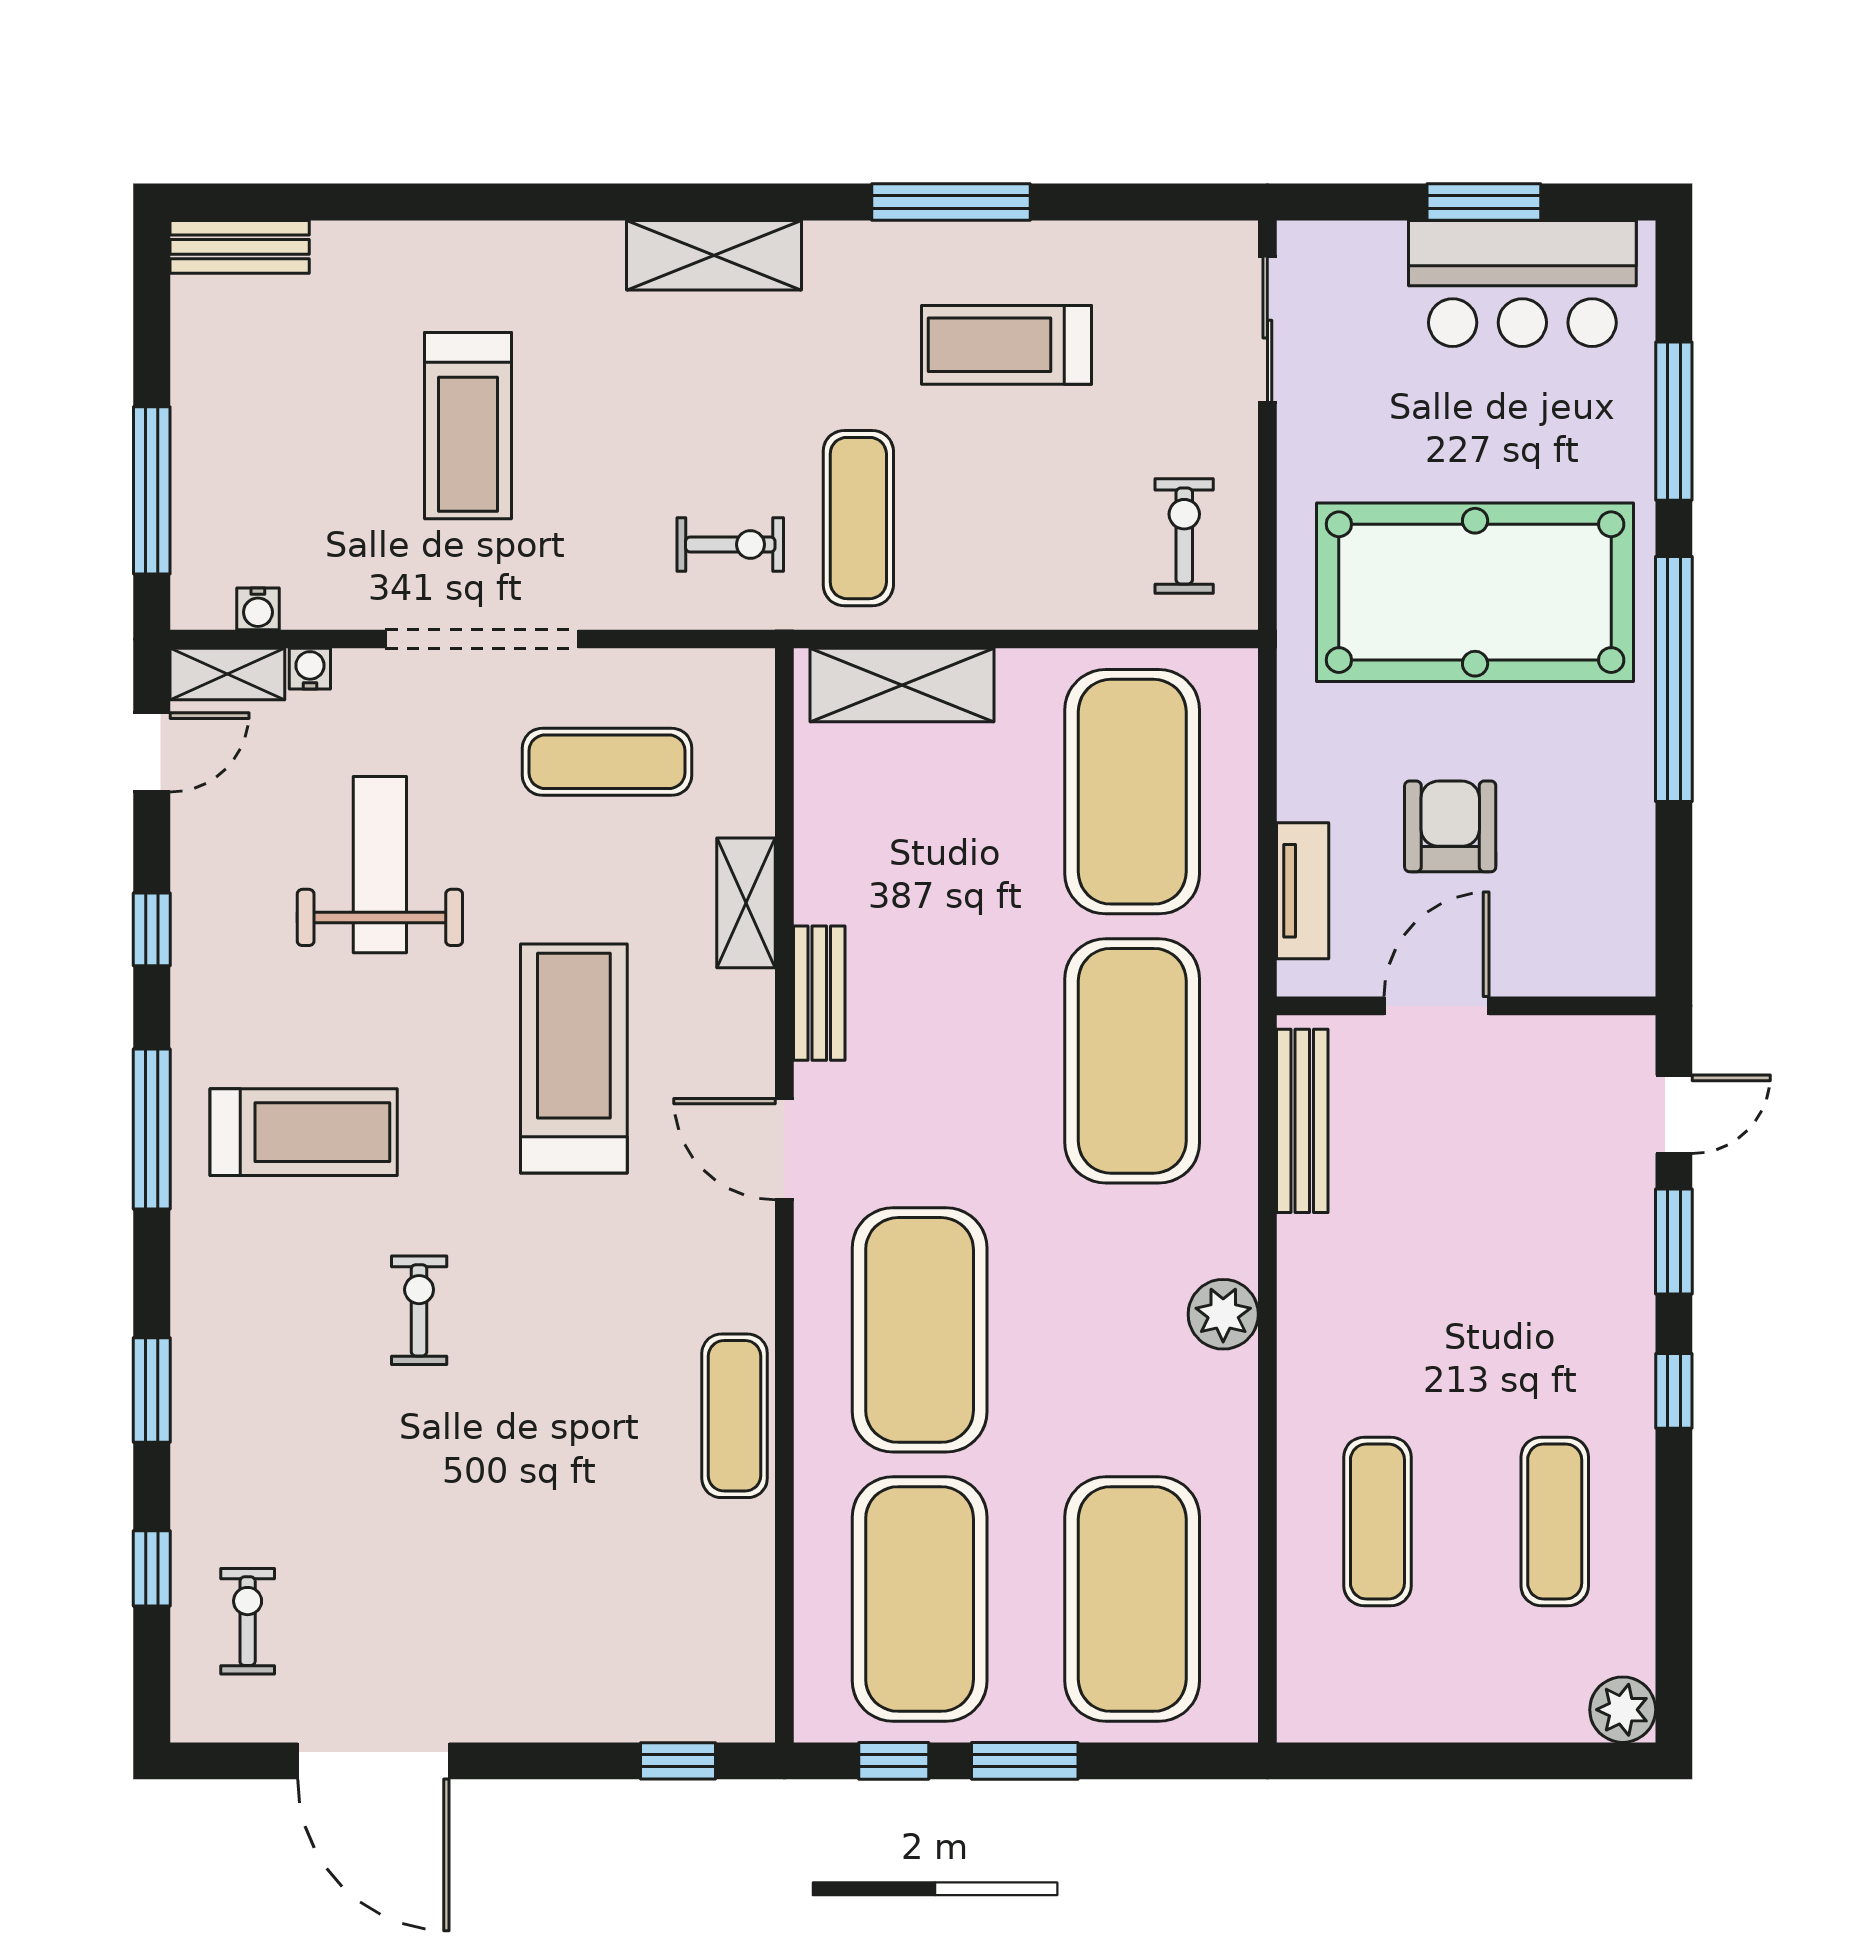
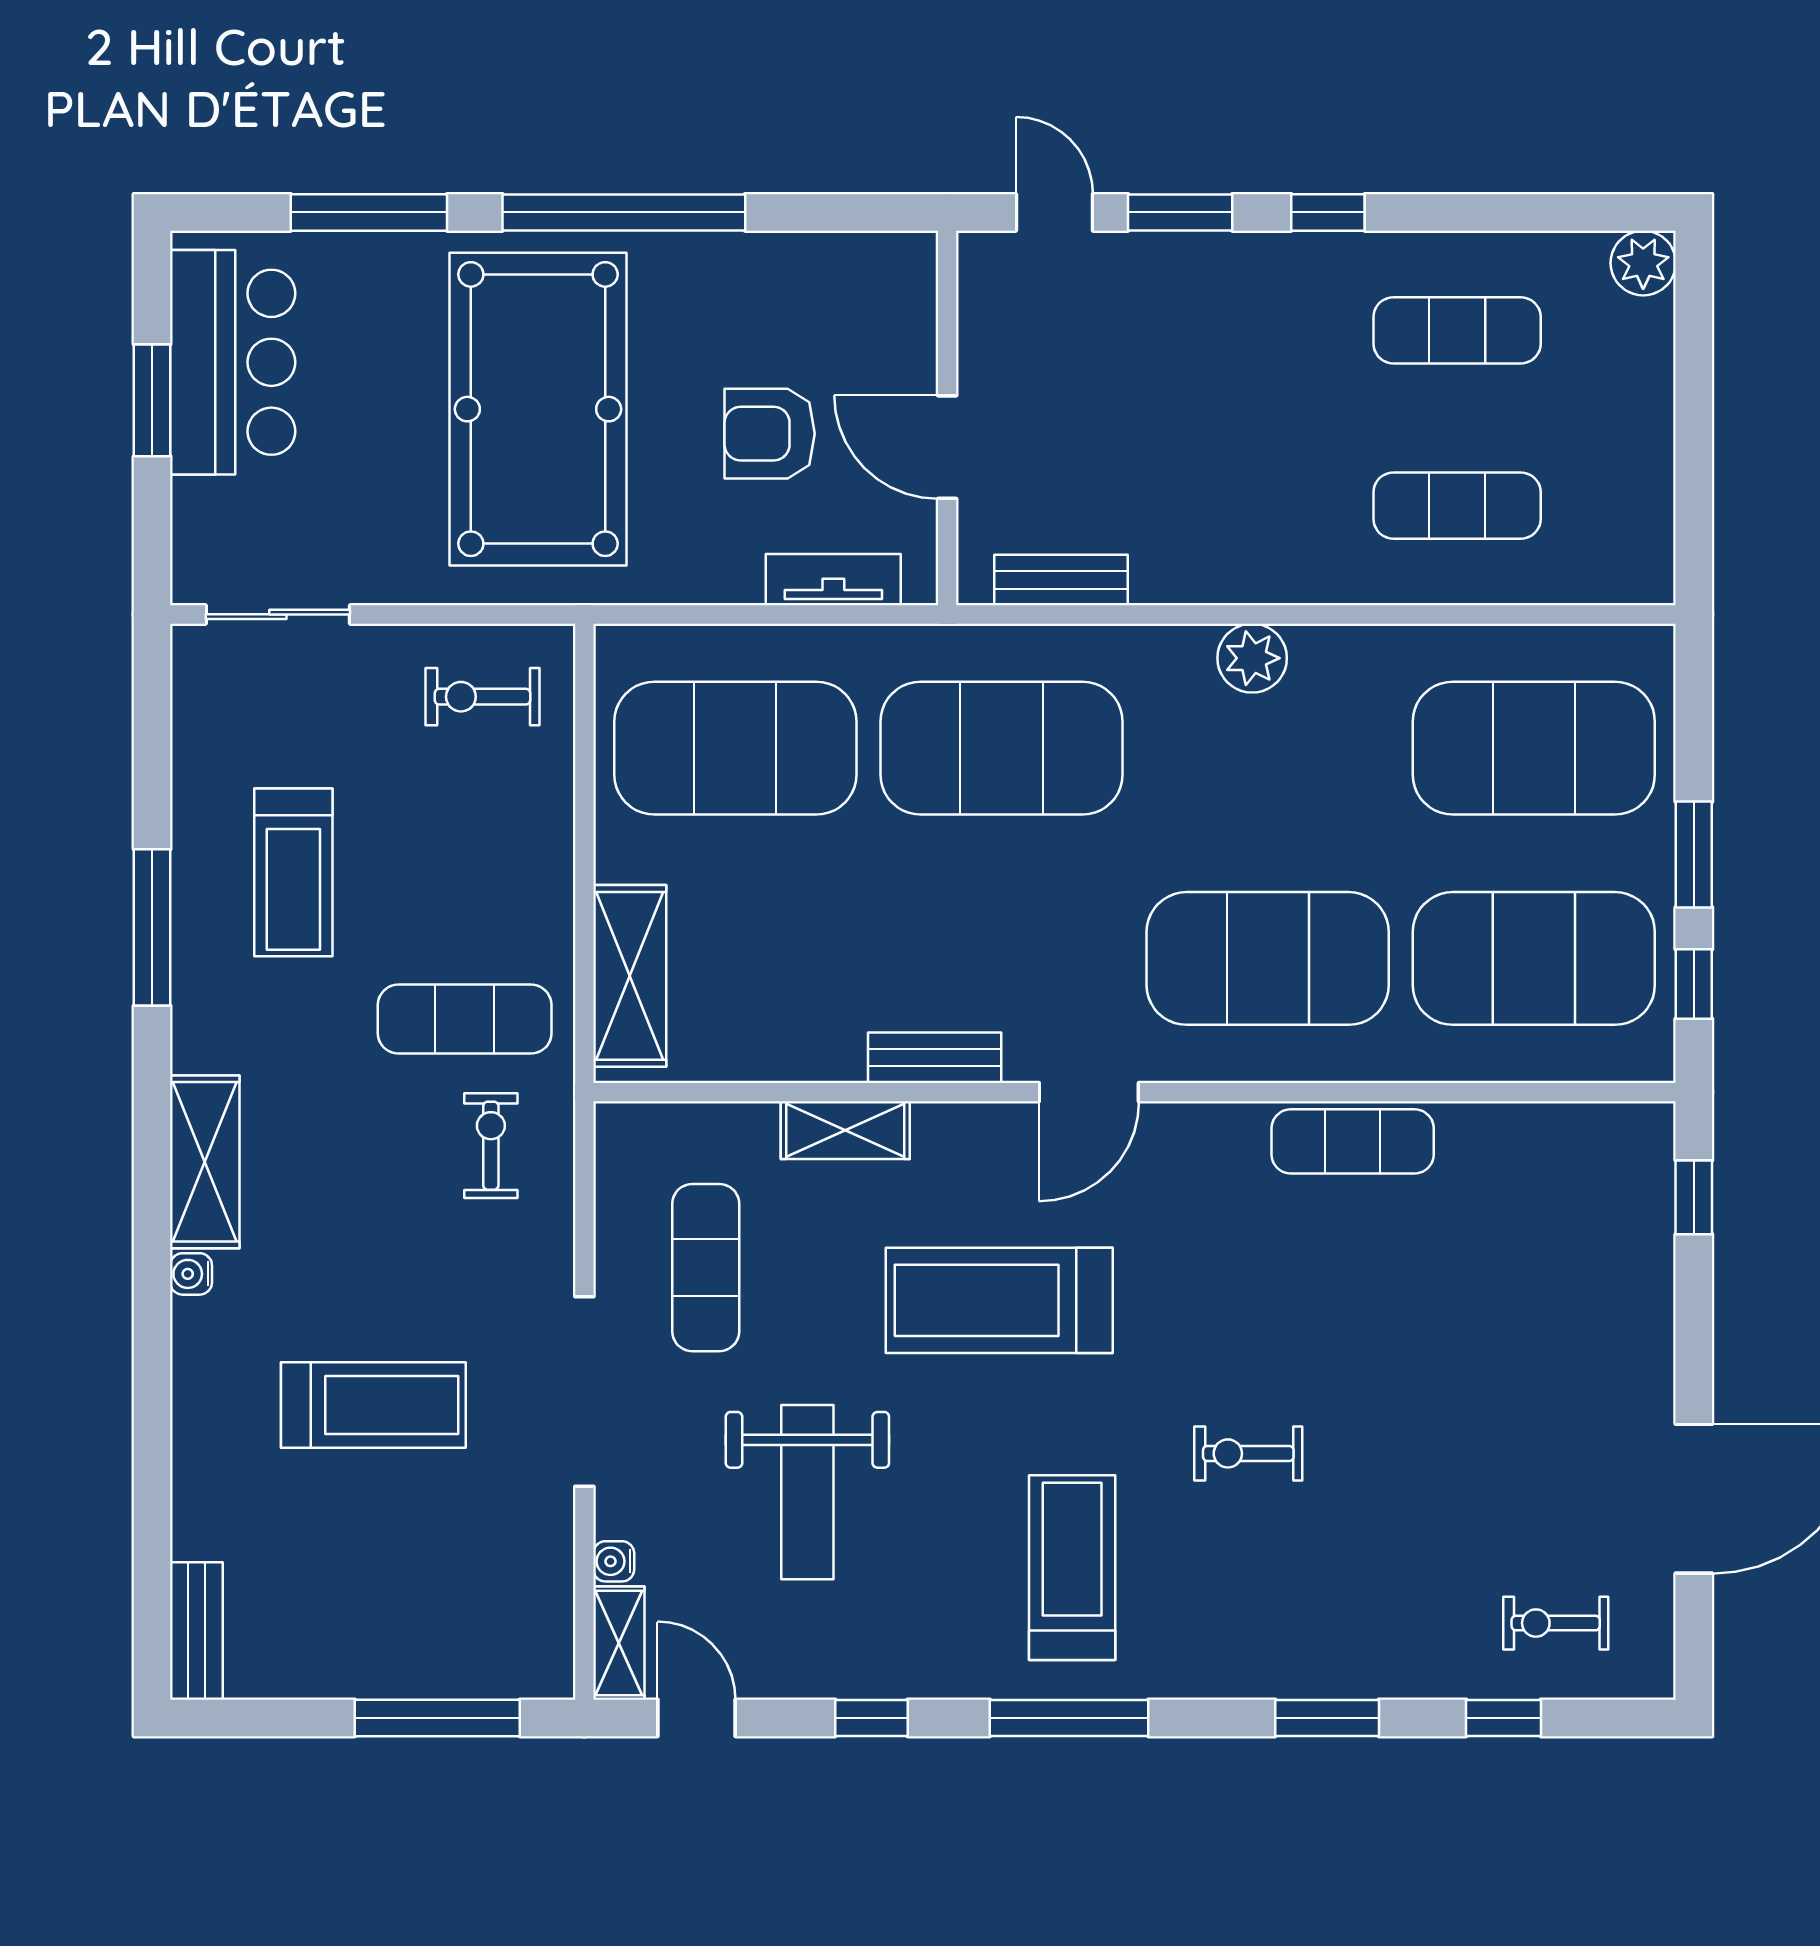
water cooler: (258, 609) -> (191, 1274), moved, turned 180
weight bench: (380, 865) -> (807, 1492), turned -90
bench: (1302, 1121) -> (1061, 580), width x0.73

